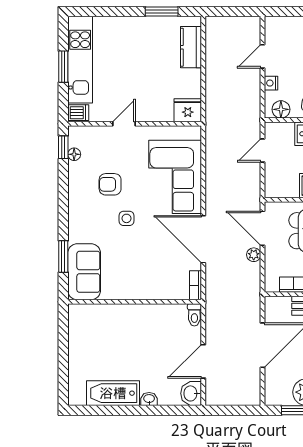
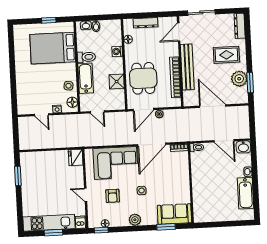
kitchen counter: (191, 47) -> (38, 157), removed
armchair: (110, 184) -> (113, 196), moved
plant: (78, 205) -> (135, 220), added

